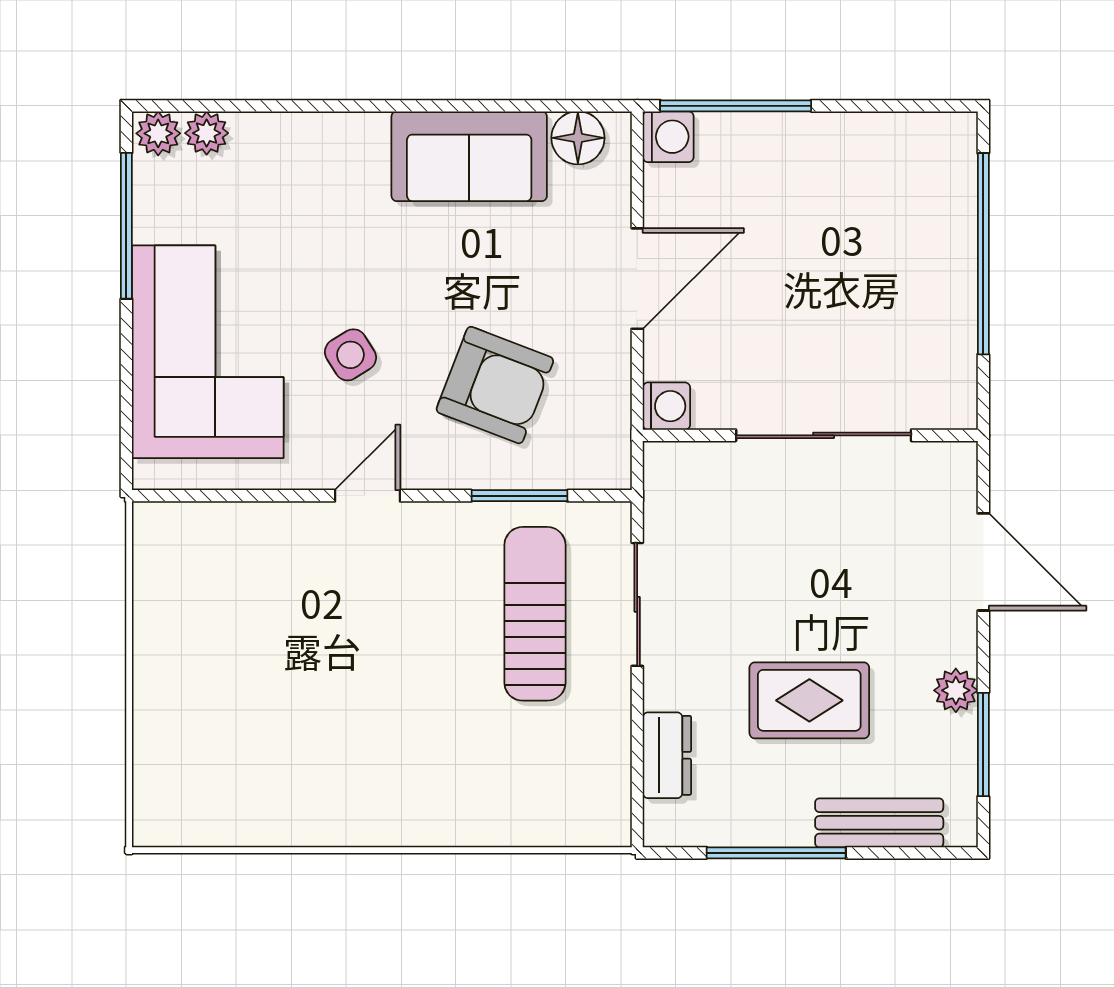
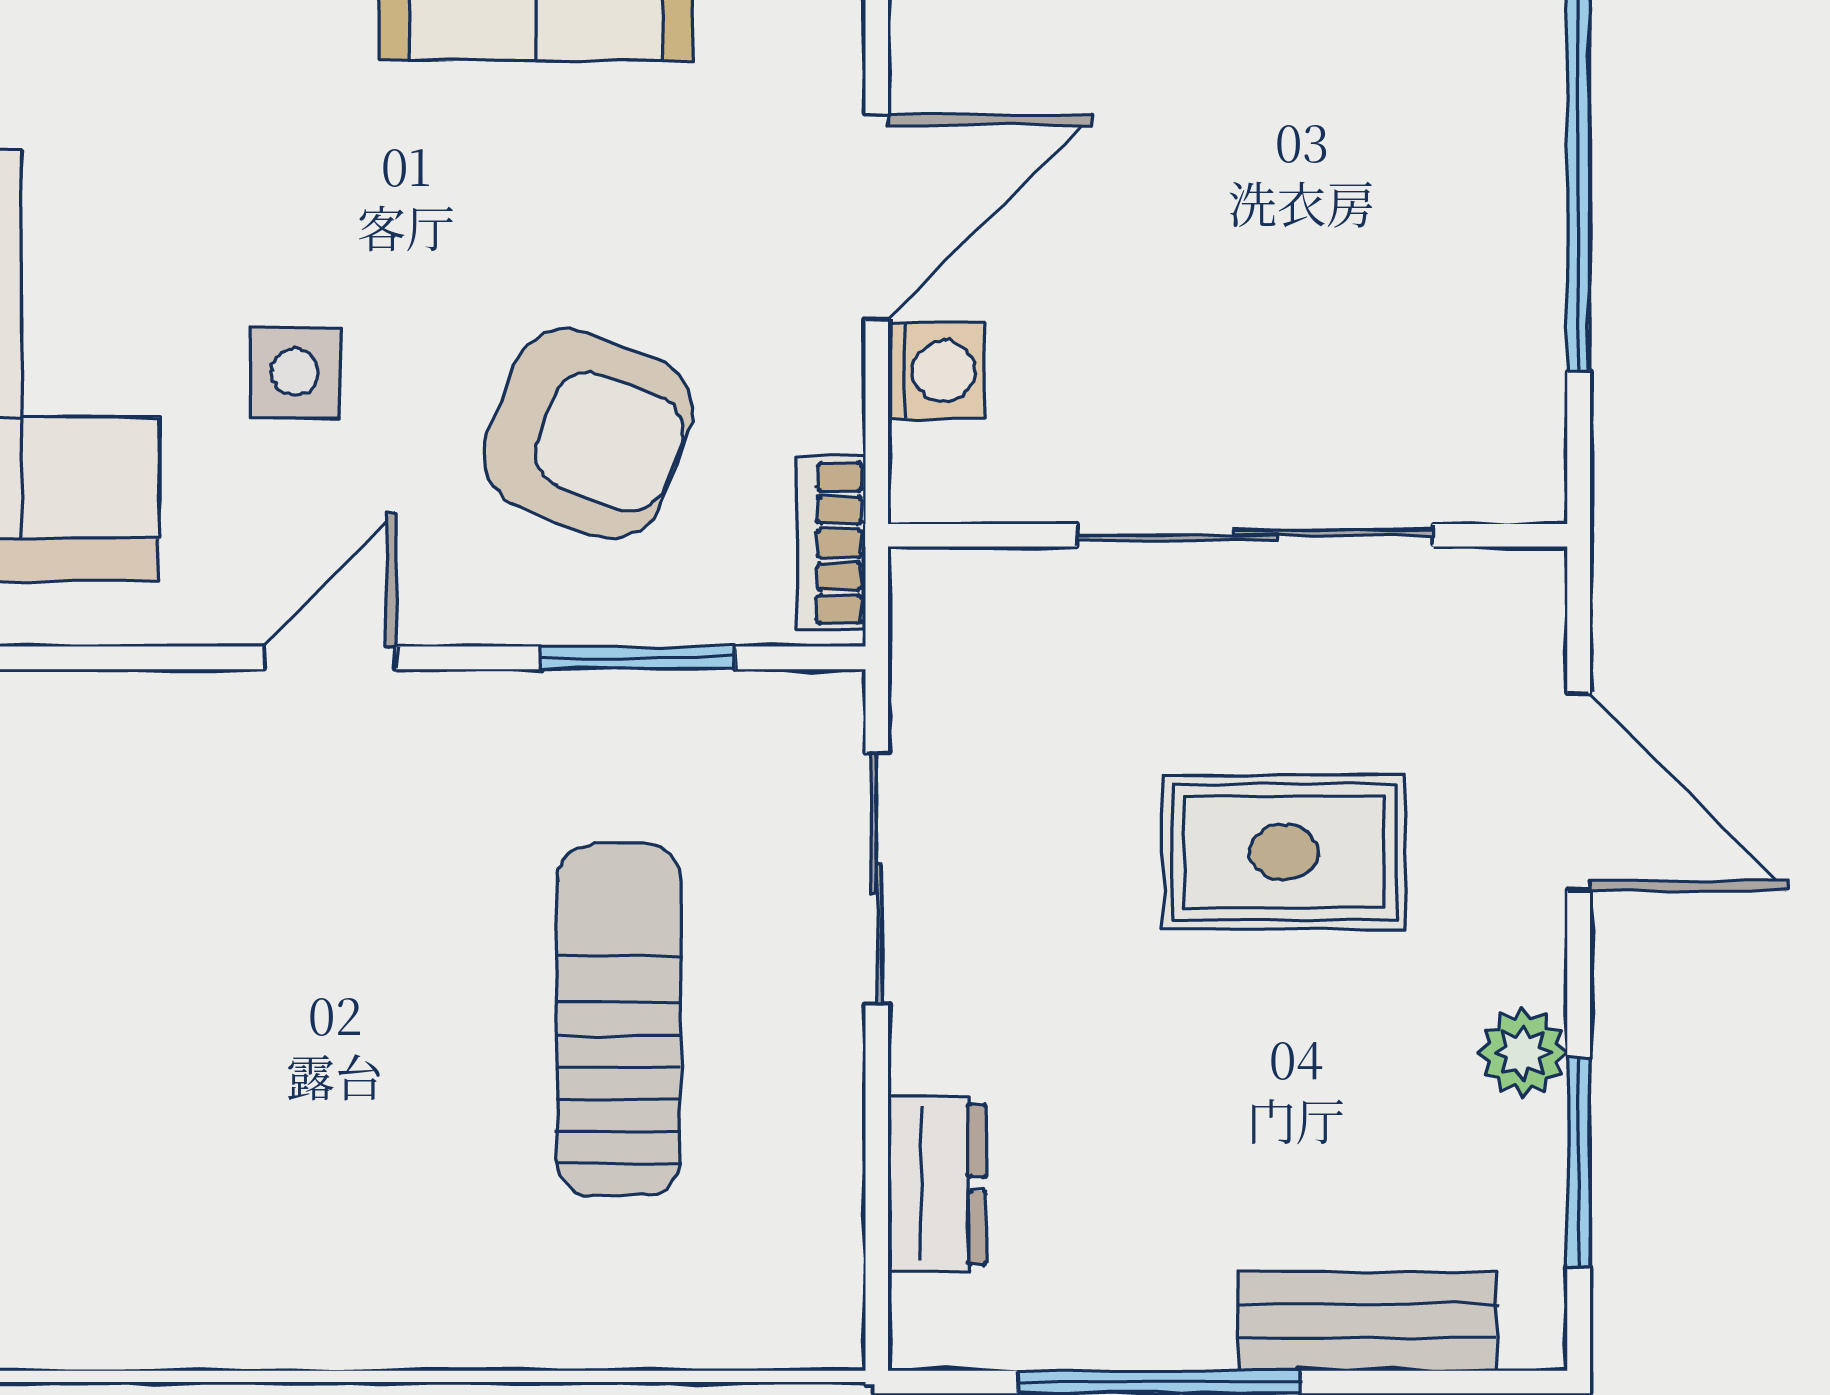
side table: (350, 355) -> (295, 372), turned 32
washing machine: (666, 406) -> (936, 371), moved
bookcase: (615, 439) -> (831, 543), added
sun lounger: (535, 614) -> (619, 1020), moved
rug: (809, 700) -> (1284, 852), moved

